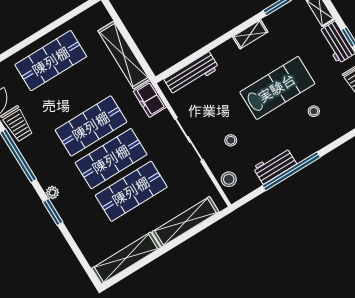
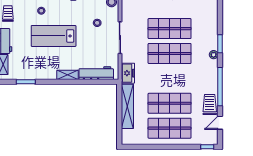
shelving: (250, 34) -> (68, 75), moved
shop shelf: (91, 126) -> (170, 103), moved

